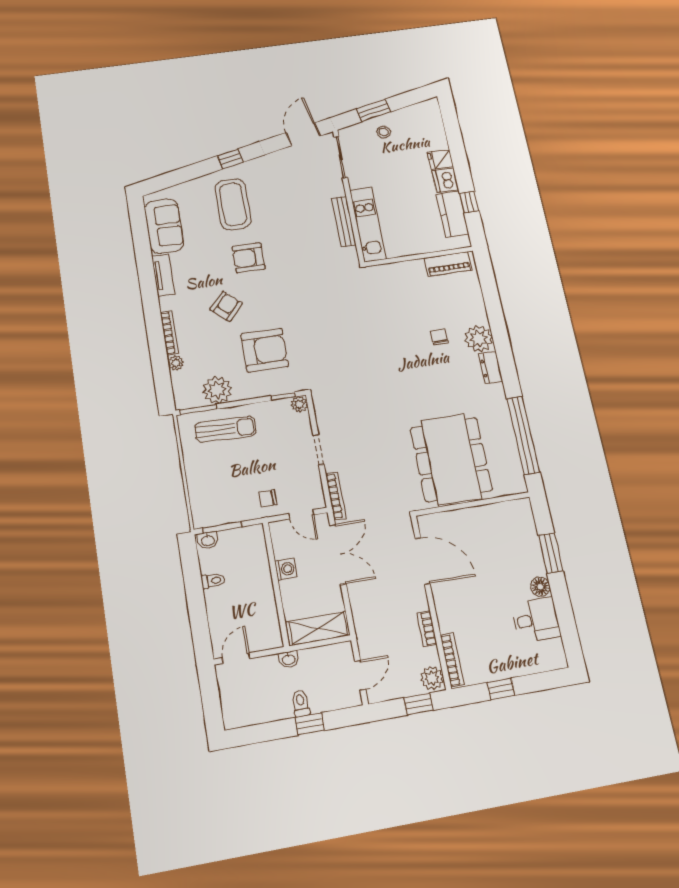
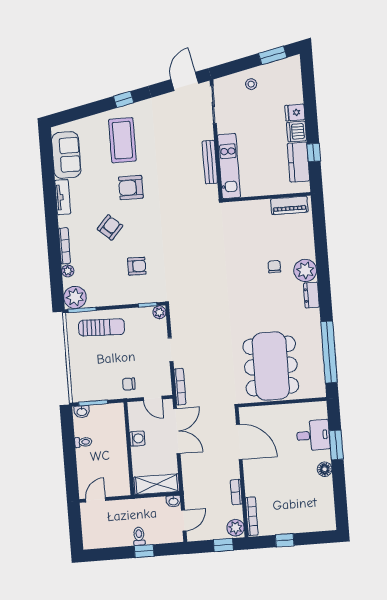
window: (374, 110) -> (273, 55), moved
armchair: (265, 350) -> (137, 266), width x0.53, depth x0.53
plant: (217, 390) -> (75, 297), moved
desk: (536, 620) -> (313, 435), moved
washbasin: (289, 659) -> (173, 501), moved

